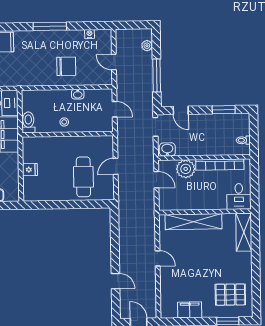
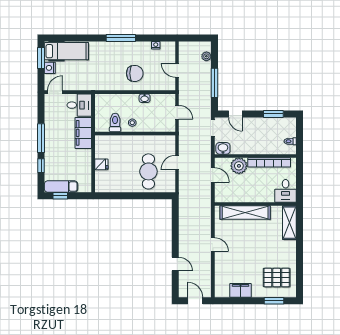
toilet: (28, 122) -> (115, 123), moved

